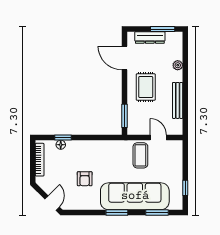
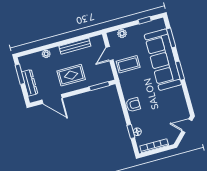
door: (125, 58) -> (52, 99), hinge flipped
plant: (177, 158) -> (122, 33), added
armchair: (85, 179) -> (133, 105), moved

